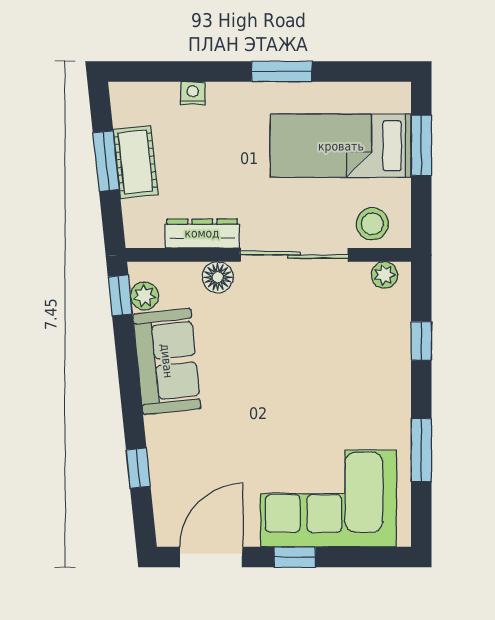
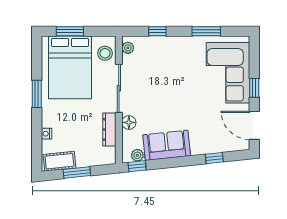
bed: (341, 146) -> (70, 67), width x1.50
cot: (135, 162) -> (59, 161), moved

